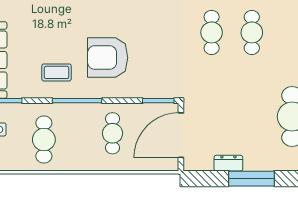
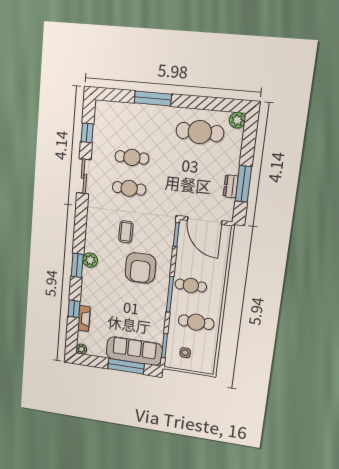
coffee table: (57, 72) -> (126, 232), moved
cafe table: (113, 133) -> (191, 286), moved
window: (252, 179) -> (243, 184), moved

